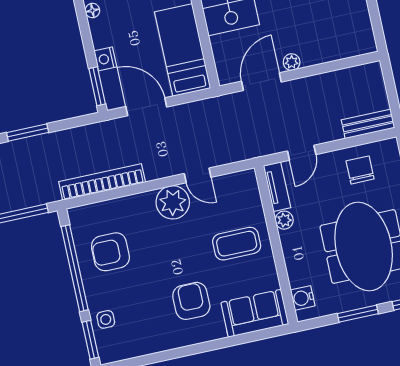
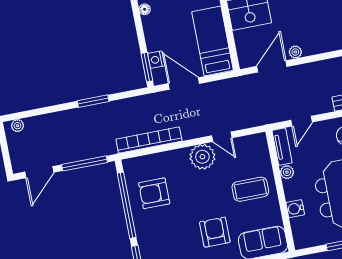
nightstand: (105, 59) -> (156, 60), moved
water cooler: (303, 298) -> (295, 209), moved
side table: (106, 319) -> (149, 245), removed

